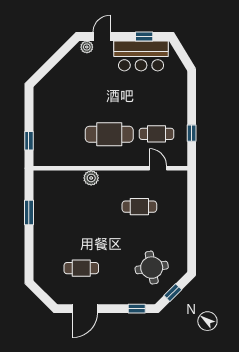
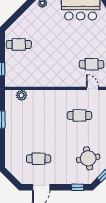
cafe table: (109, 134) -> (19, 44), moved, width x0.73, depth x0.74
plant: (91, 178) -> (22, 95), moved

